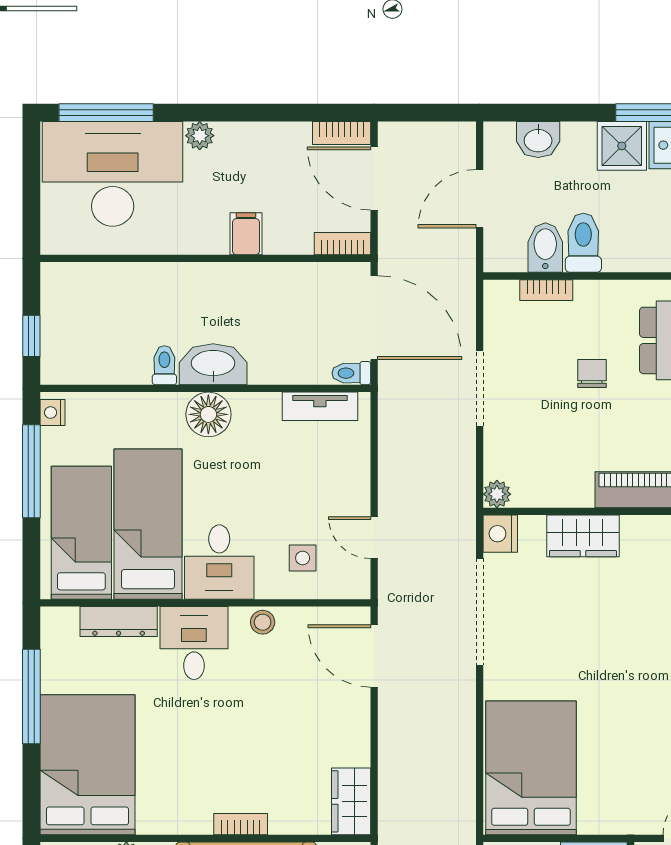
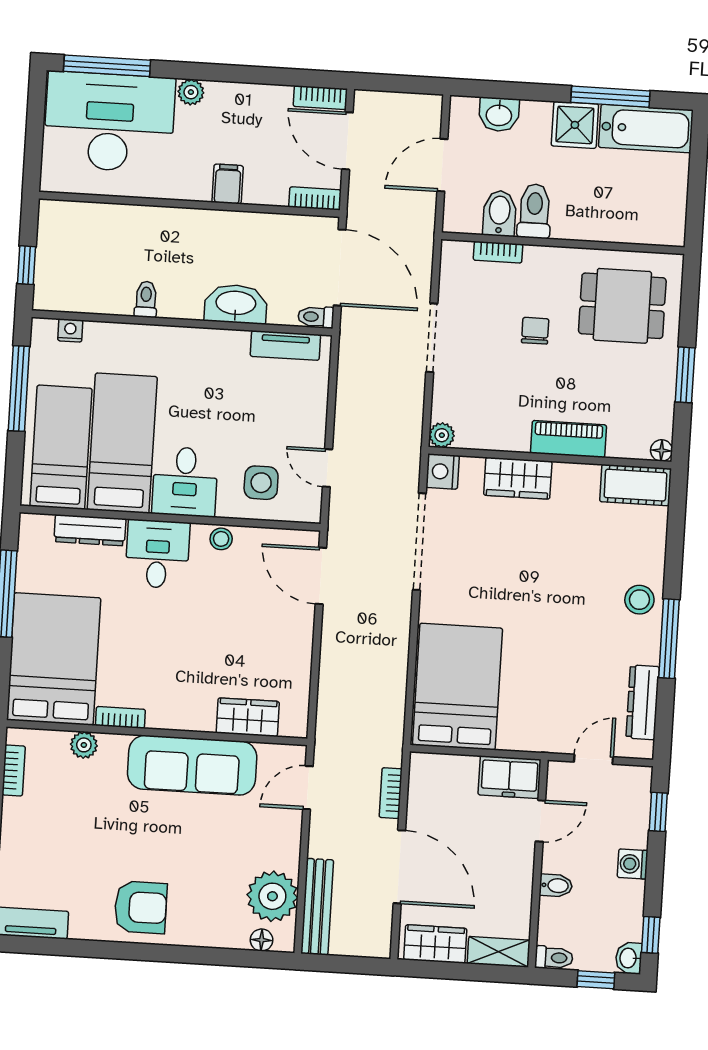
washbasin: (213, 364) -> (236, 304), moved
nightstand: (53, 413) -> (70, 330), moved, turned 90
floor lamp: (208, 414) -> (183, 347), removed
side table: (303, 558) -> (261, 483), width x1.37, depth x1.37
wardrobe: (351, 801) -> (248, 717), moved, turned 90
bookcase: (241, 824) -> (120, 717), moved

